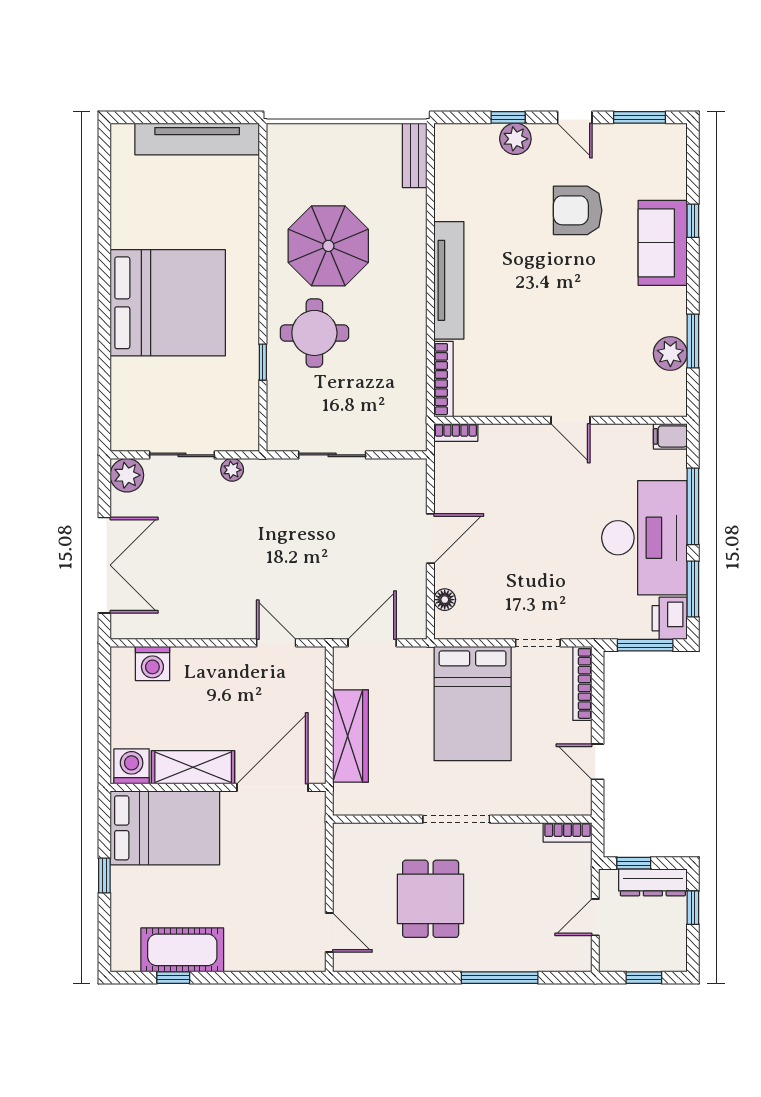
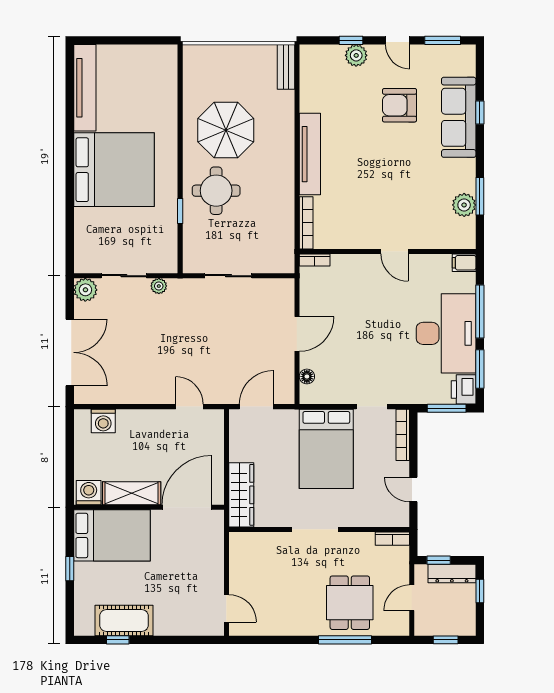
tv unit: (197, 139) -> (85, 88), moved, turned -90
sofa: (663, 243) -> (459, 117), width x1.36
wardrobe: (351, 736) -> (241, 495), moved
dining table: (431, 899) -> (350, 603), moved

